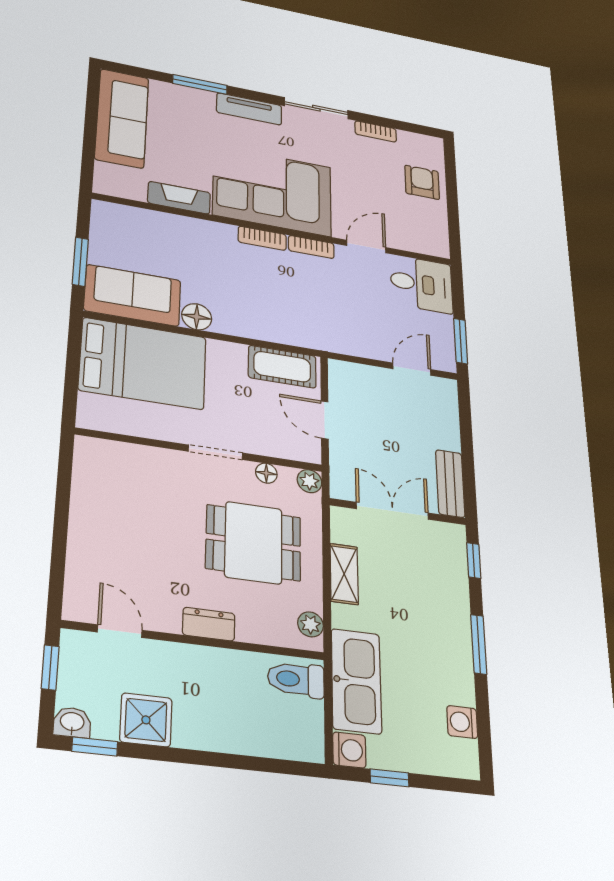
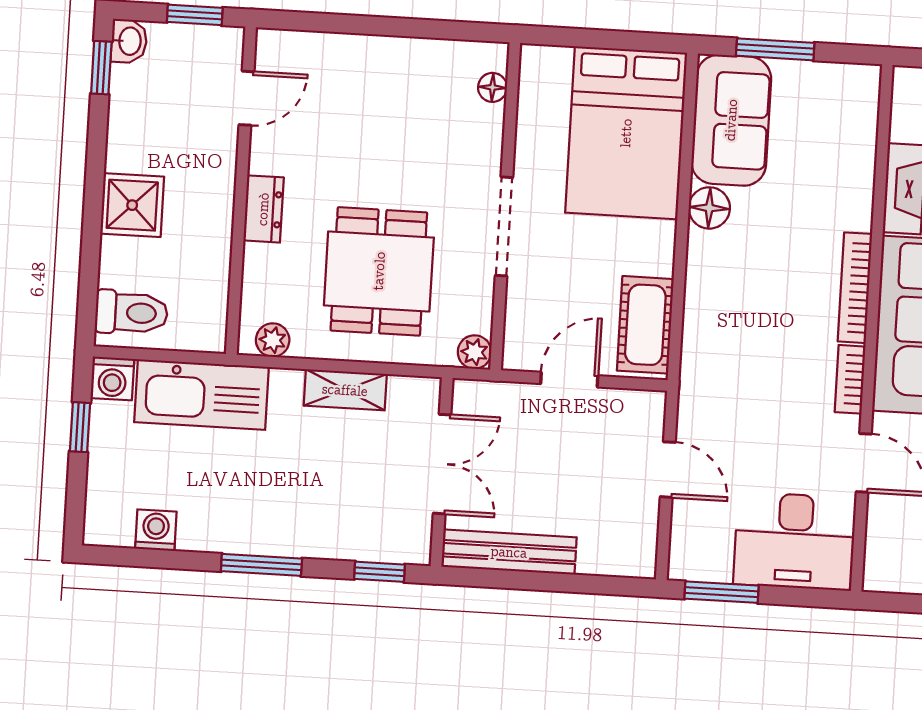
bookcase: (262, 238) -> (855, 288), width x1.56
desk: (422, 284) -> (795, 541), width x1.37
door: (412, 369) -> (668, 470), moved
doorway: (215, 452) -> (504, 226), width x1.38
floor lamp: (266, 473) -> (493, 87), moved
bench: (450, 483) -> (509, 552), width x1.36
toilet: (296, 679) -> (131, 313), moved, turned 90
shower: (146, 720) -> (132, 205), moved

